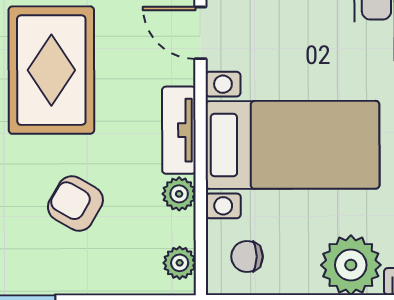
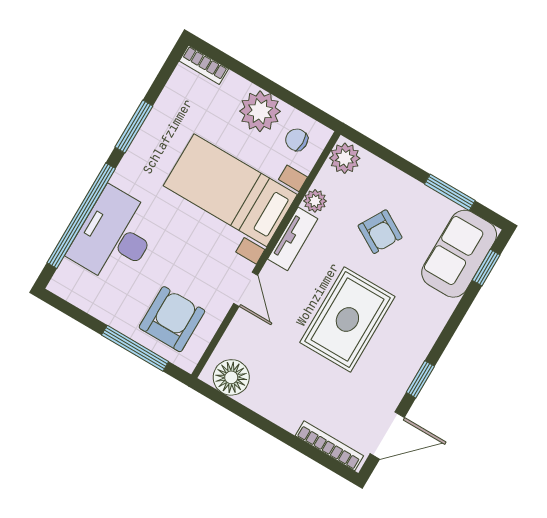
chair: (247, 257) -> (297, 140), turned 180
plant: (180, 263) -> (345, 158), width x1.38, depth x1.38
plant: (351, 265) -> (260, 111), moved

